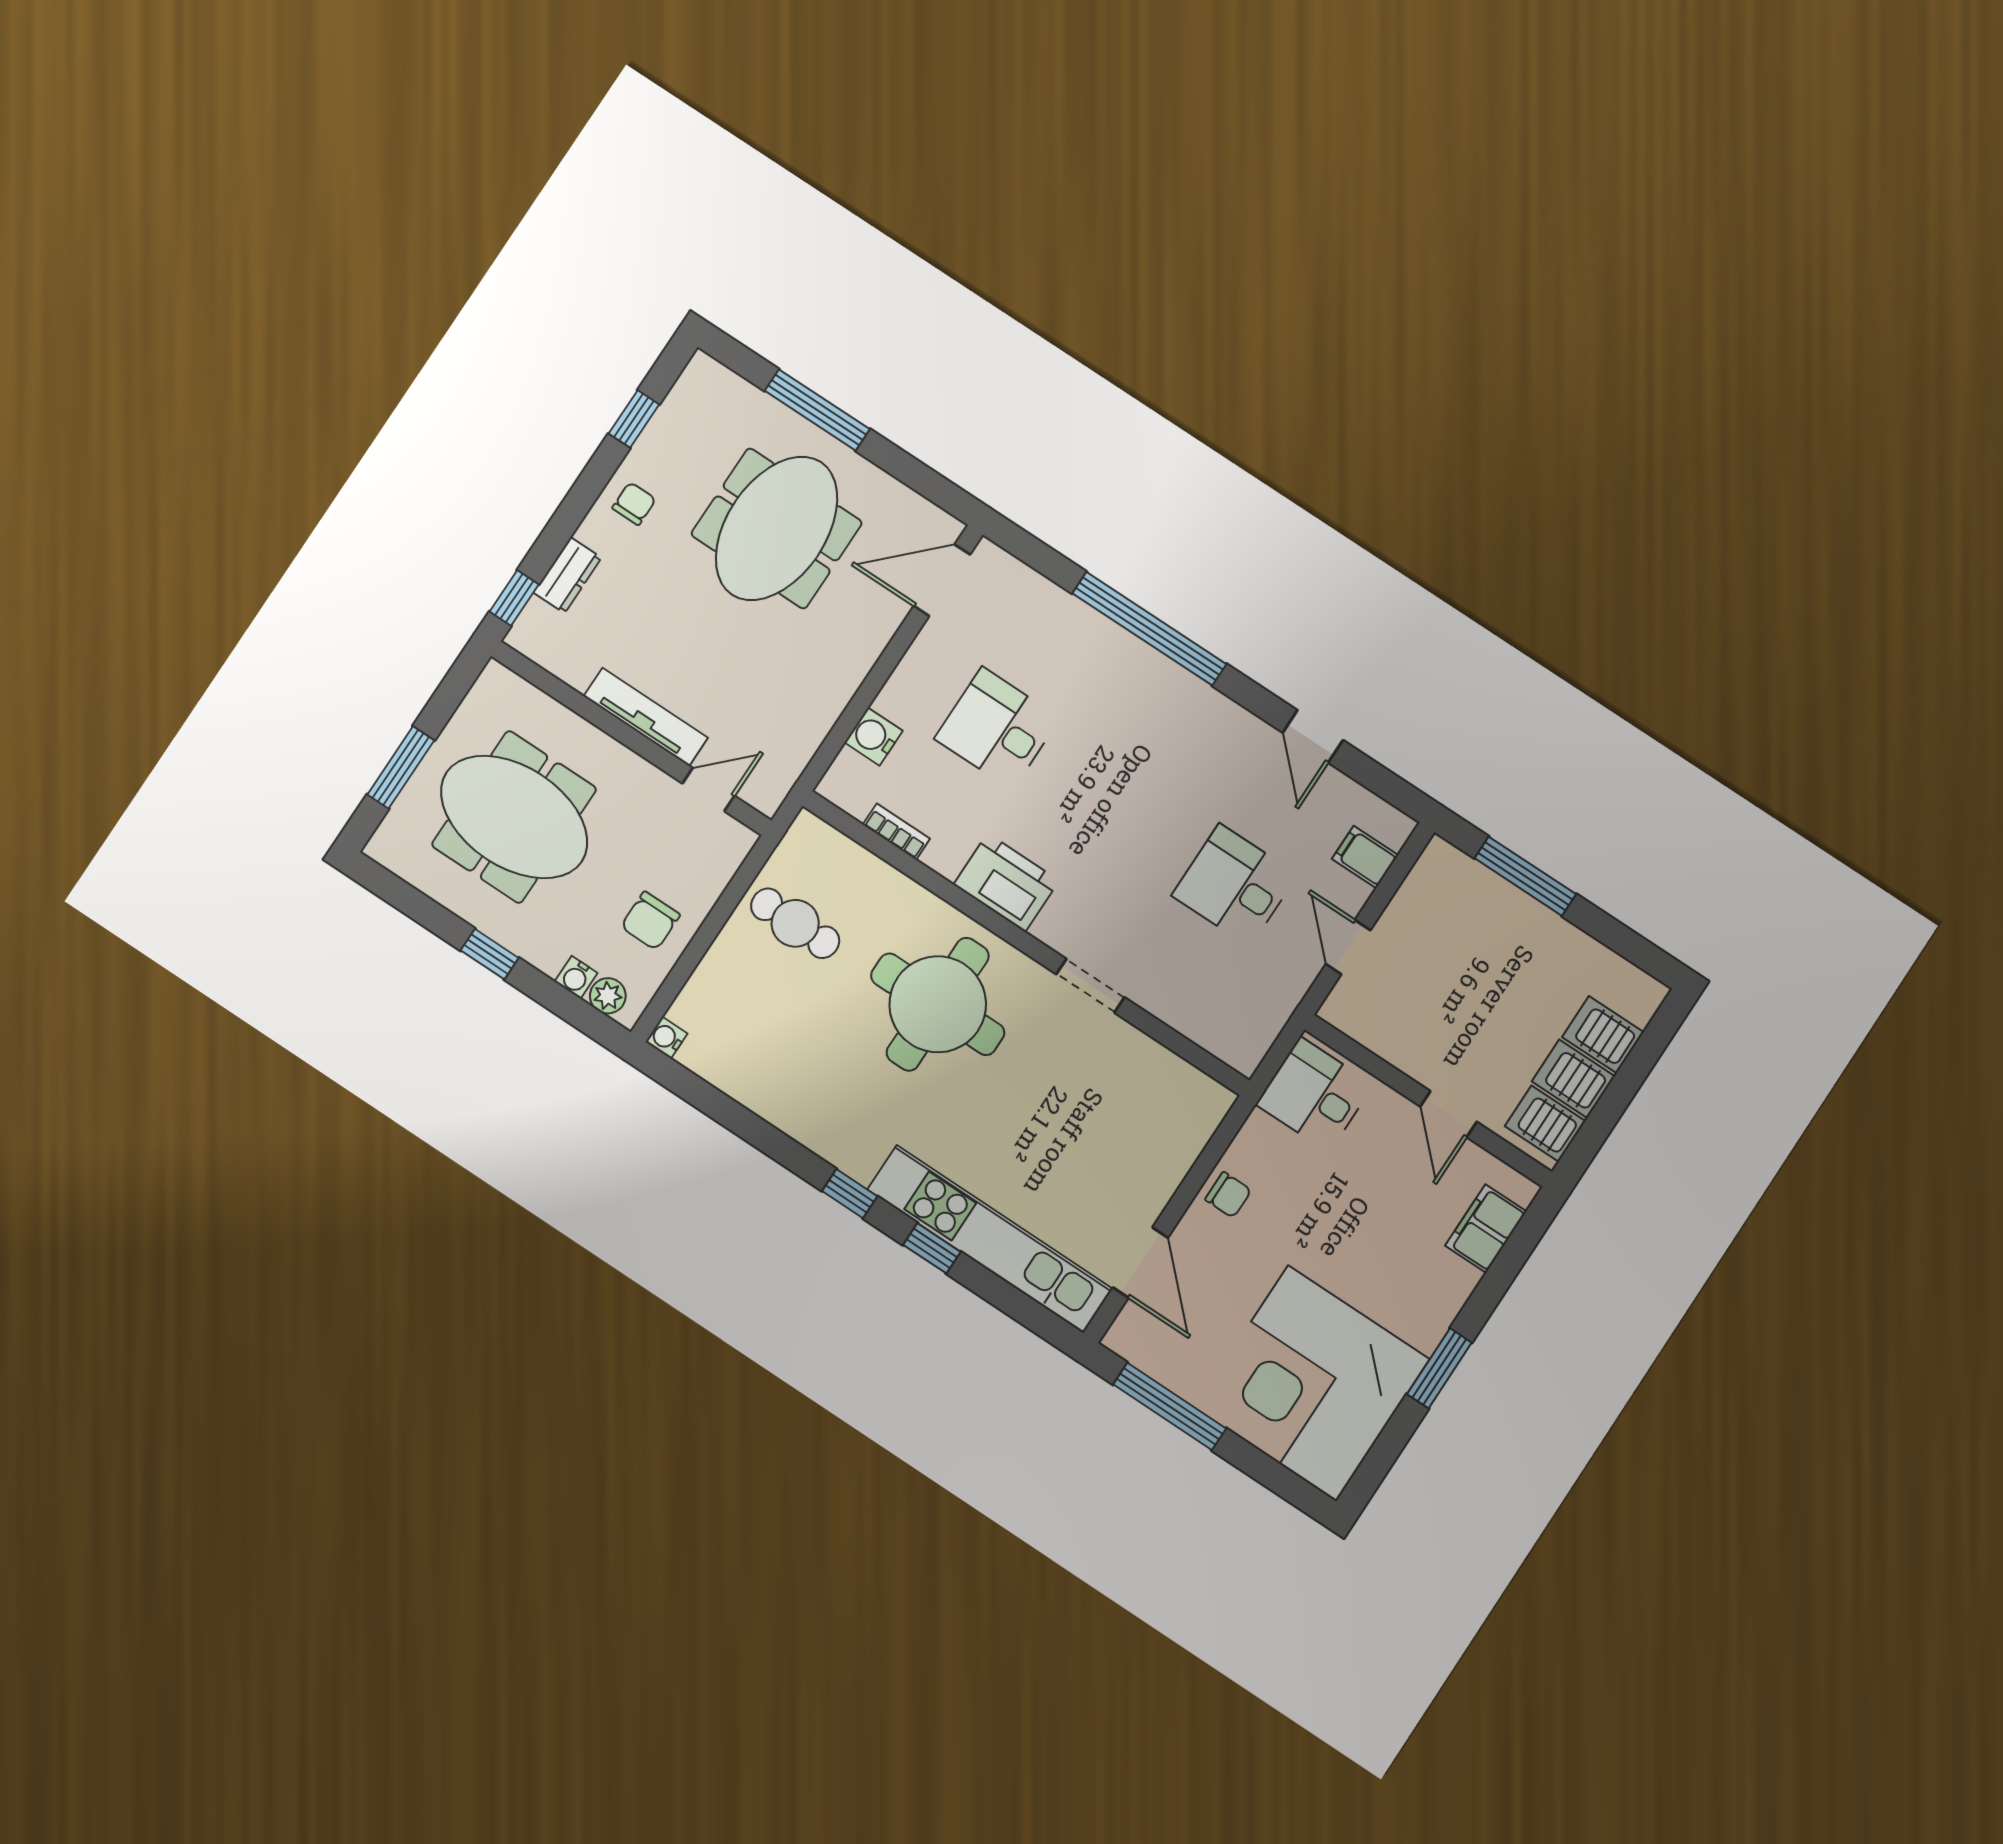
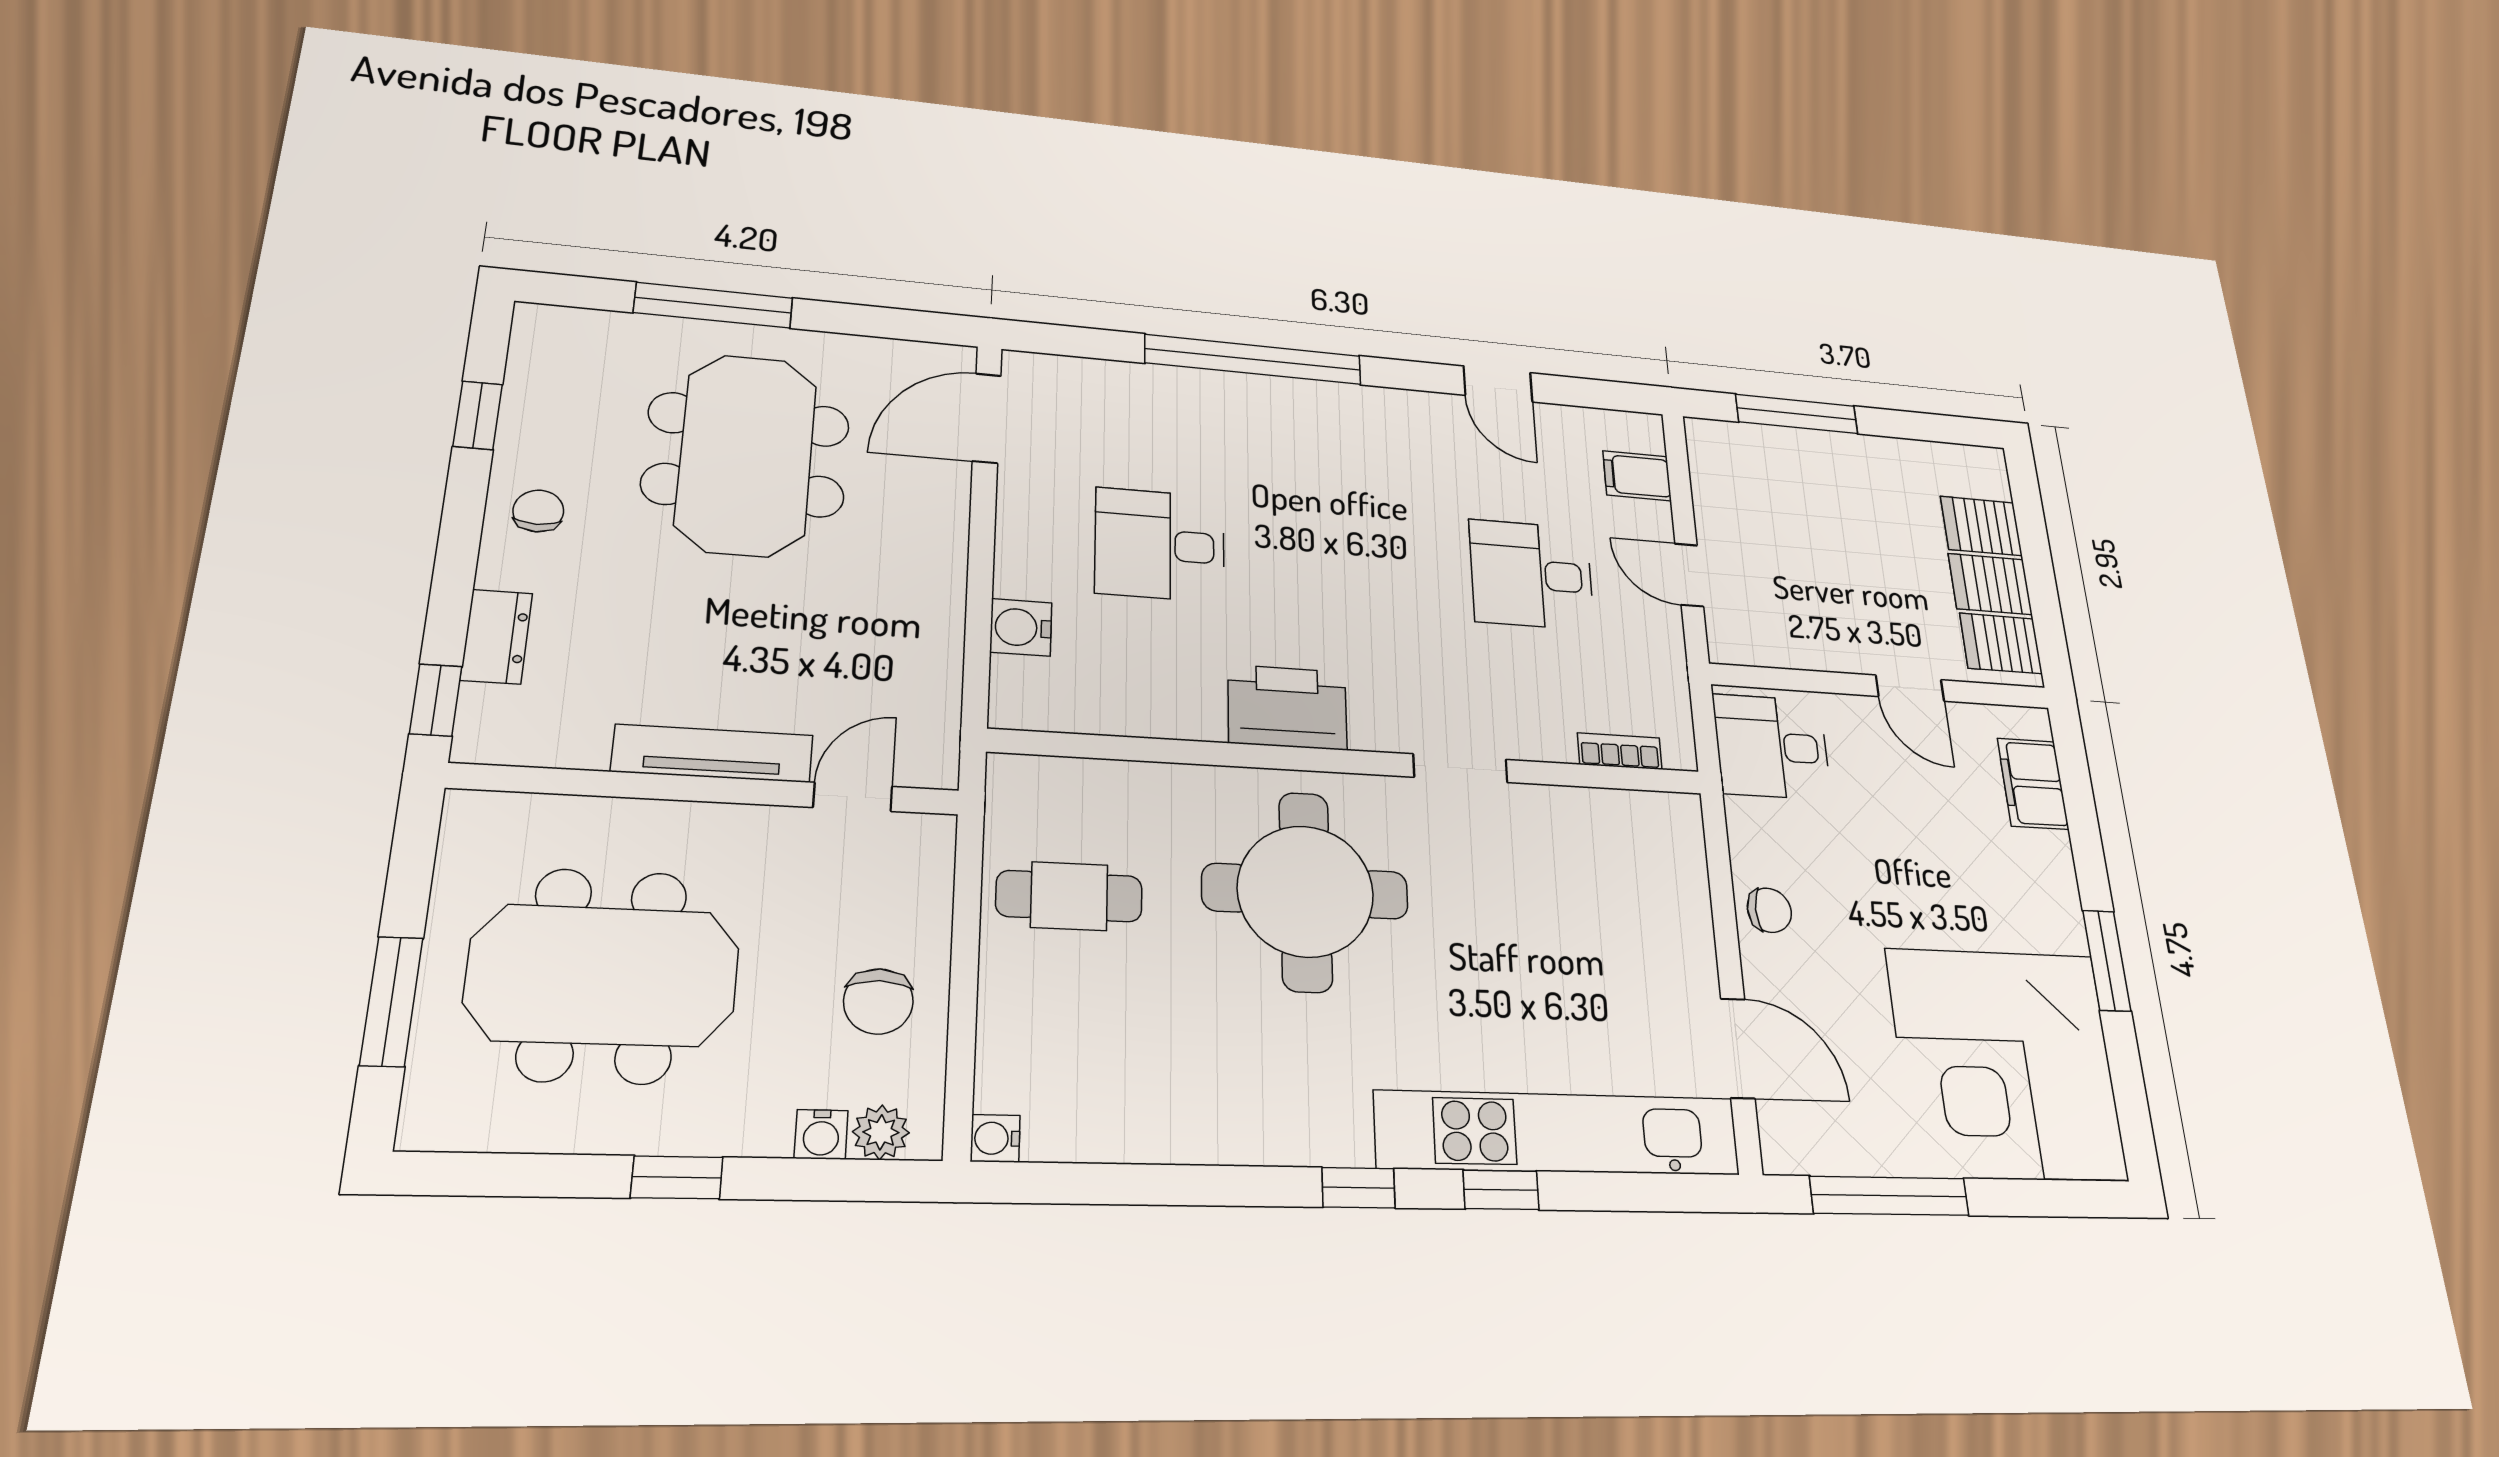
bookcase: (896, 832) -> (1620, 751), moved

